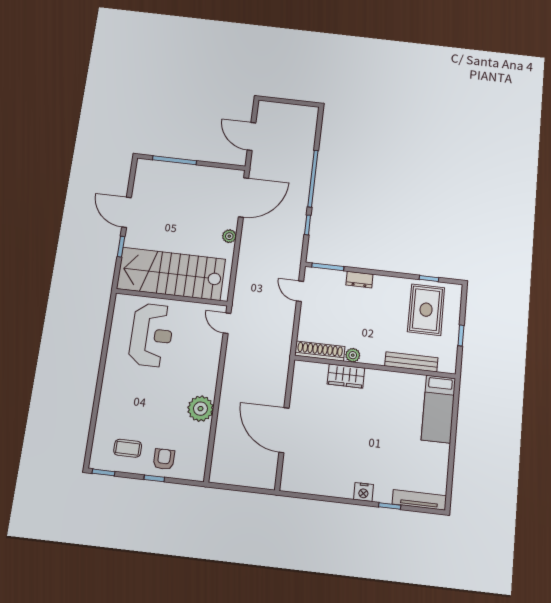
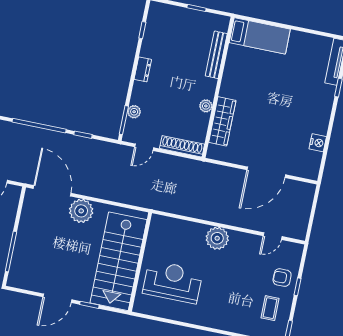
plant: (229, 236) -> (81, 211), width x1.88, depth x1.88
plant: (338, 277) -> (134, 112), added
dresser: (359, 280) -> (143, 69), moved
rug: (426, 310) -> (171, 36), removed
door: (227, 323) -> (273, 236), moved
shoe rack: (320, 351) -> (182, 146), moved, turned 90
wardrobe: (346, 376) -> (222, 121), width x1.50
plant: (200, 409) -> (217, 238), moved
nightstand: (364, 492) -> (318, 143), moved

